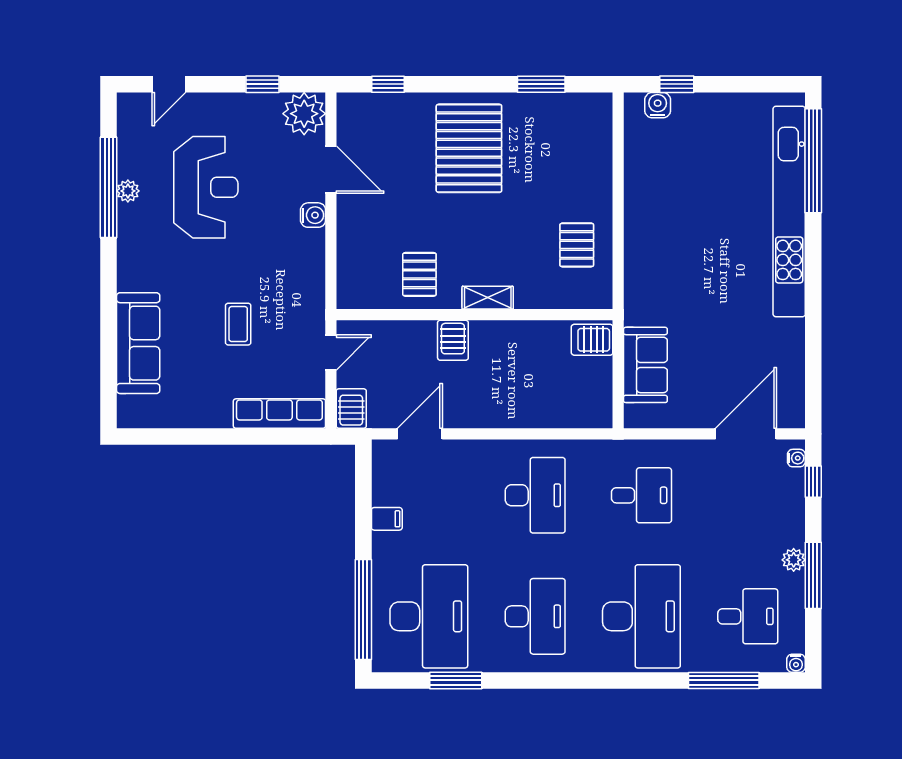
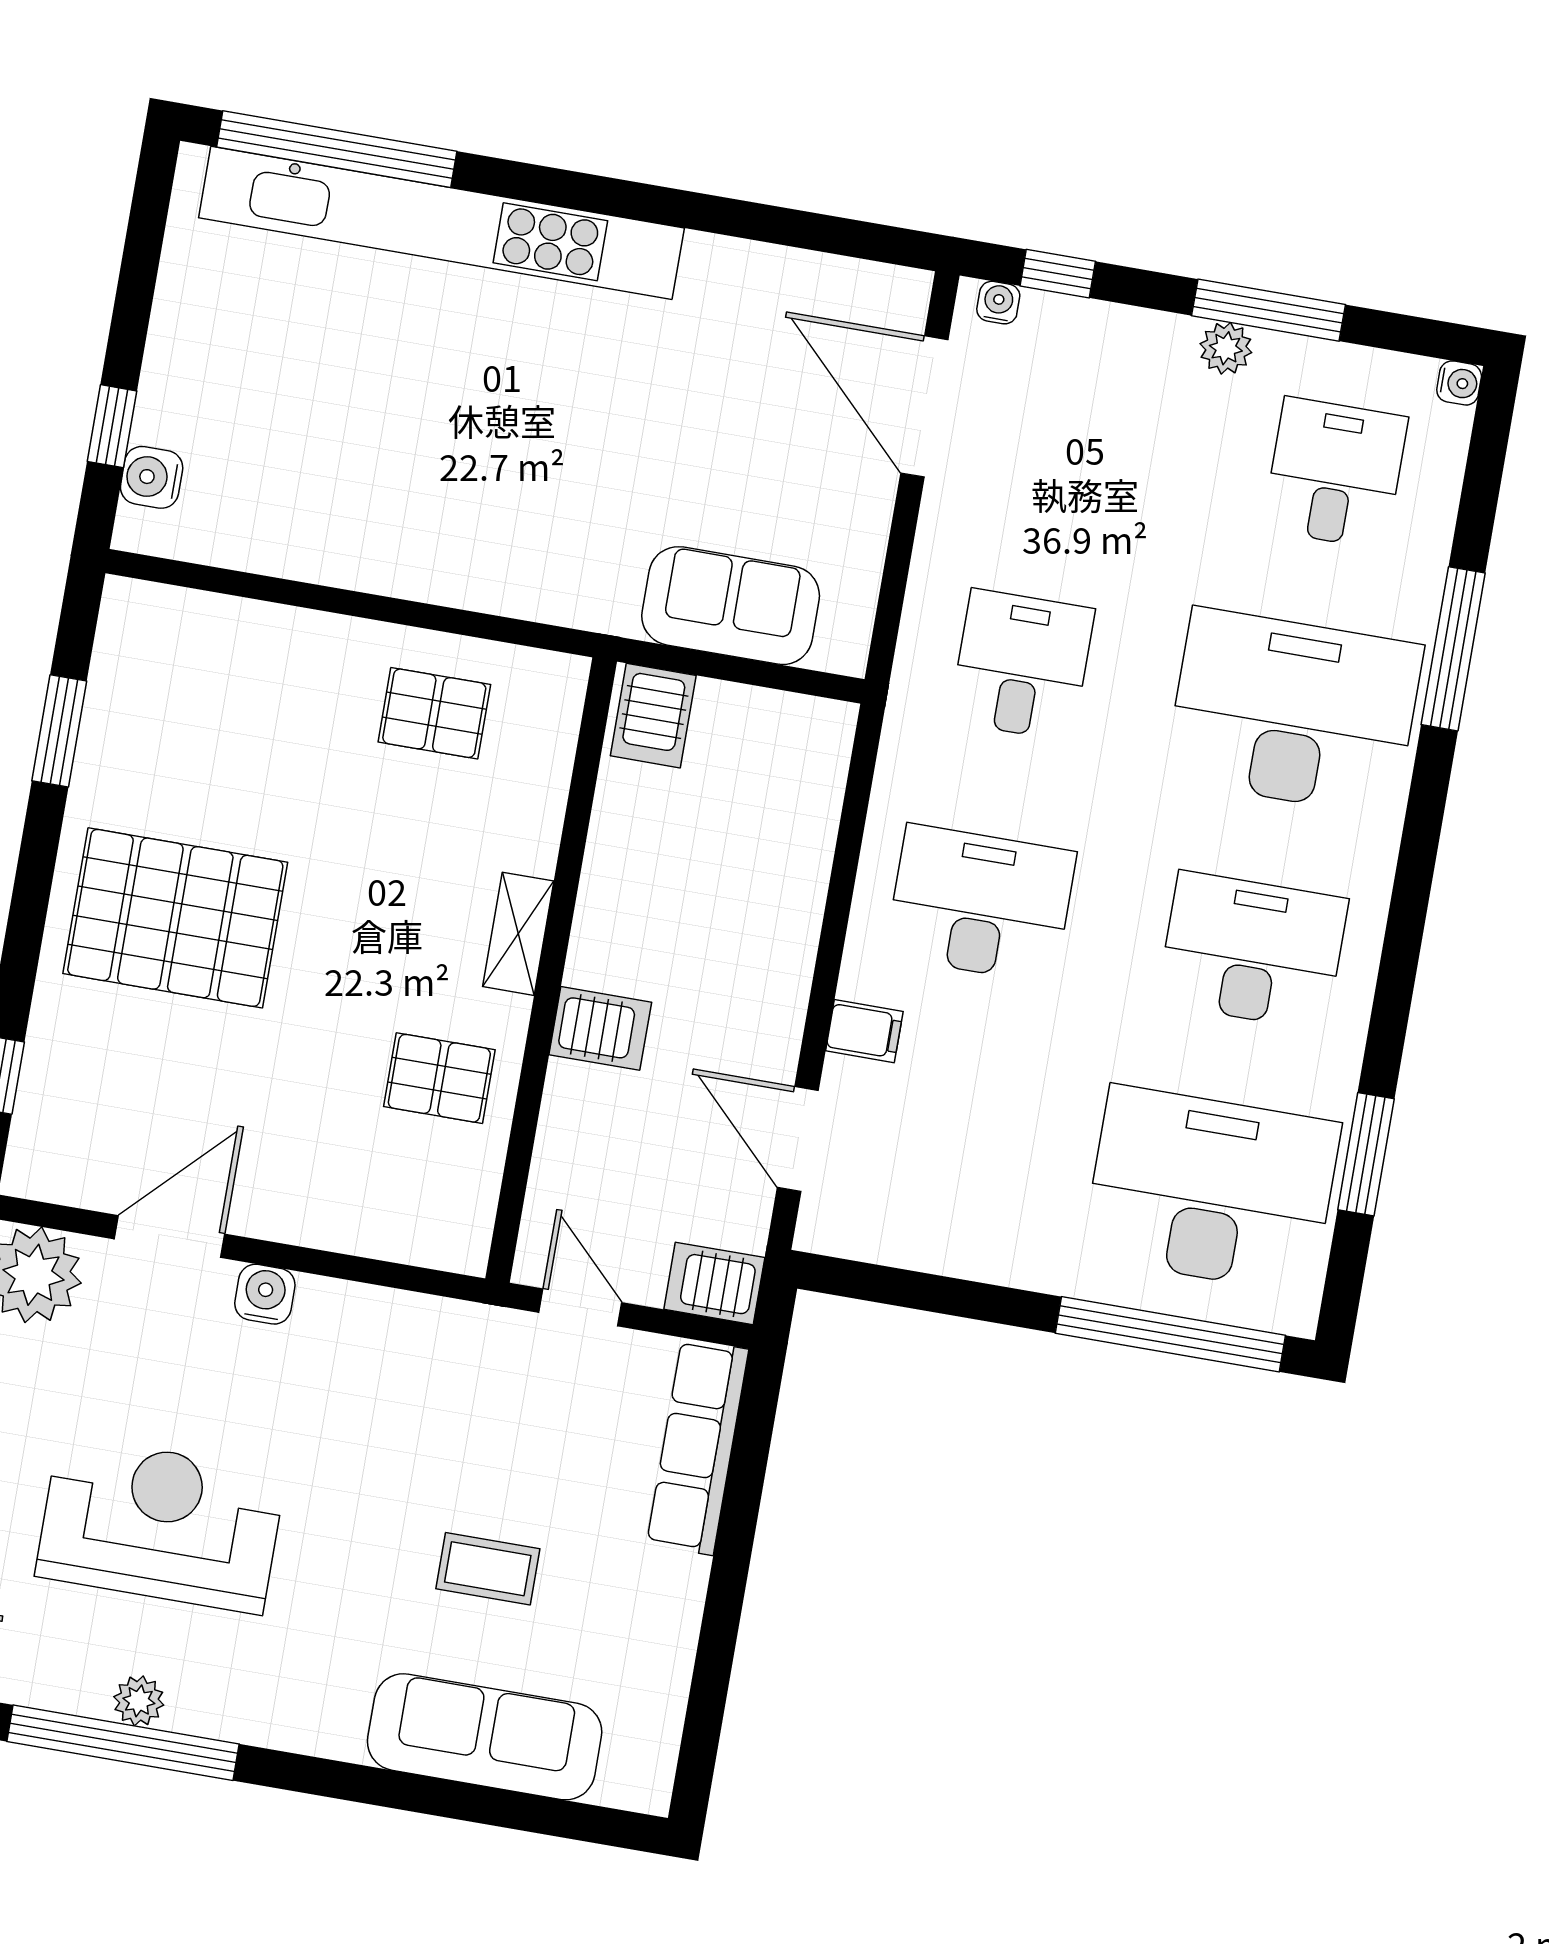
coffee table: (238, 324) -> (488, 1569), moved
filing cabinet: (387, 519) -> (864, 1031), moved, turned 90
window: (724, 680) -> (1453, 649), moved

